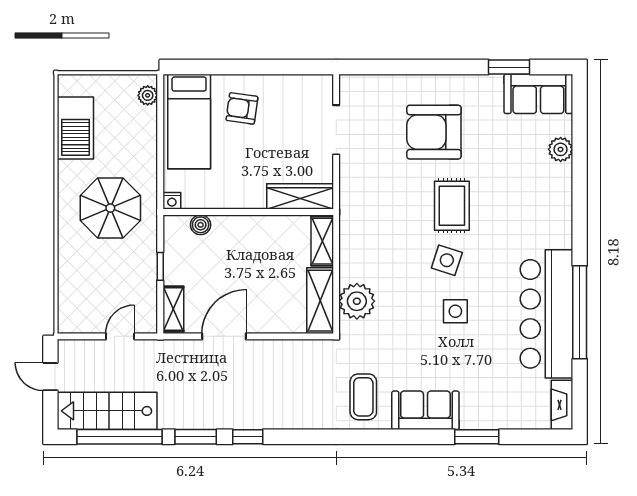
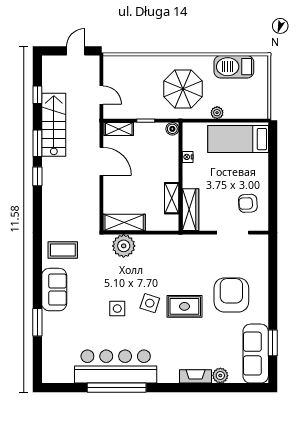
sofa: (538, 94) -> (256, 354), width x1.36
plant: (148, 95) -> (217, 113), moved
armchair: (242, 108) -> (248, 203), moved, turned -101
nightstand: (172, 201) -> (188, 157), moved
boiler: (201, 225) -> (172, 129), moved
shelving: (322, 241) -> (172, 198), moved, turned 90
fireplace: (562, 405) -> (196, 376), moved
stairs: (107, 411) -> (54, 125), moved
window: (120, 437) -> (37, 95), width x0.32

